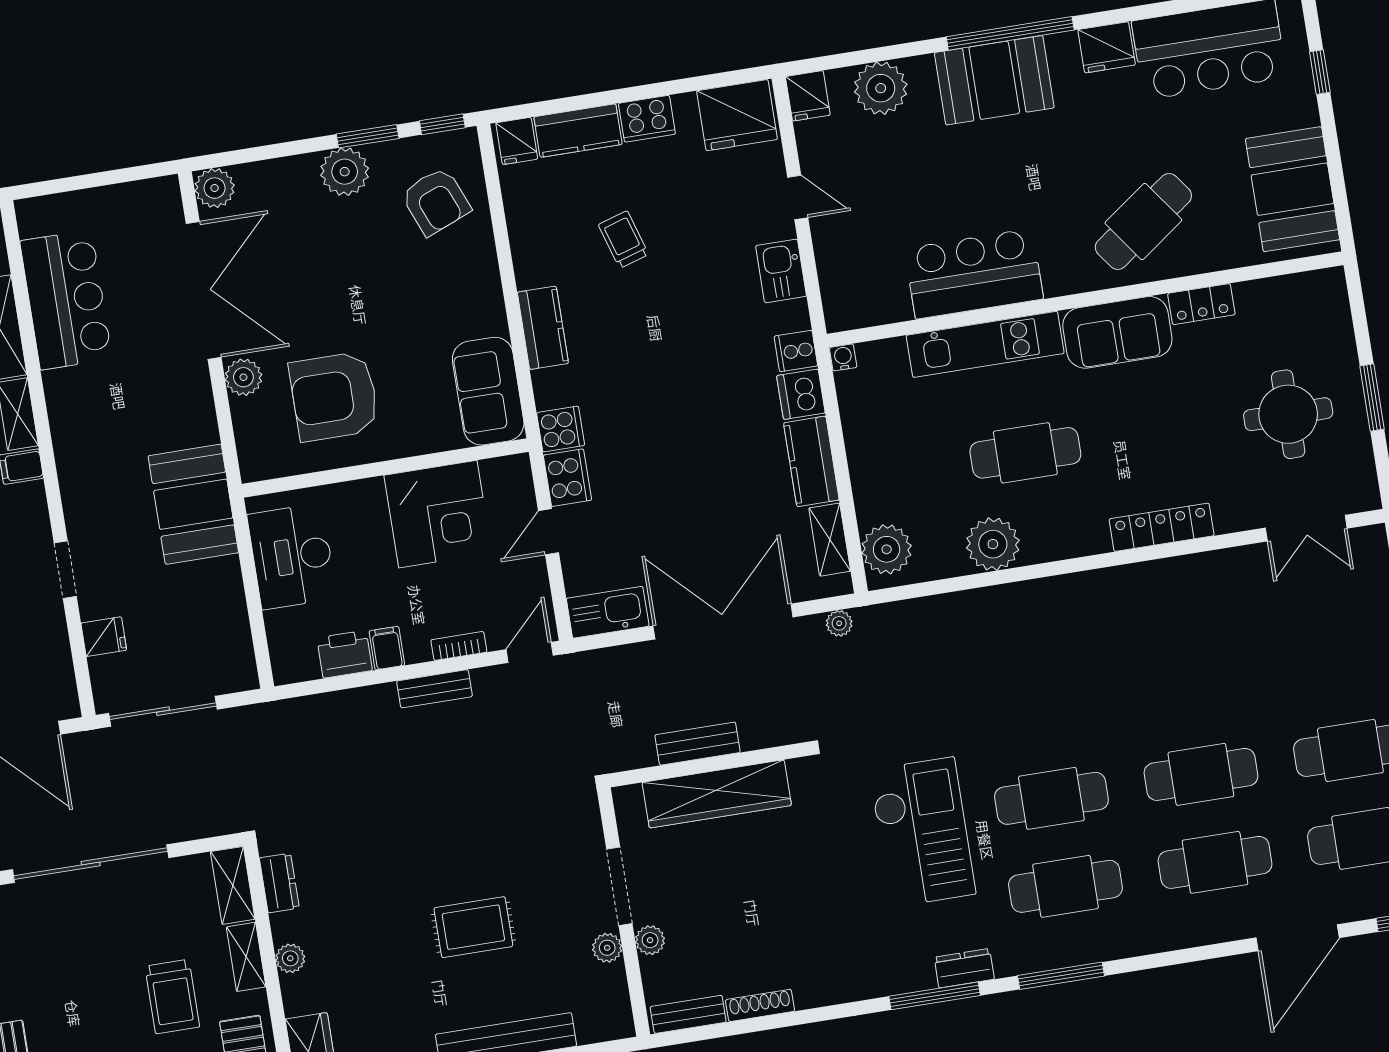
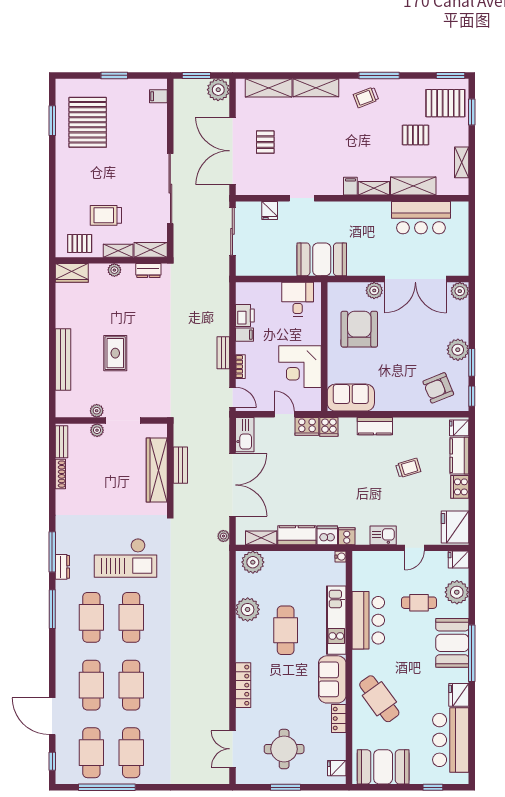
cafe table: (917, 168) -> (419, 603), added
fridge: (1312, 291) -> (337, 768), added
desk: (292, 556) -> (298, 299), width x0.73

